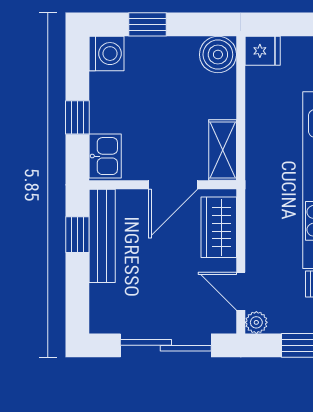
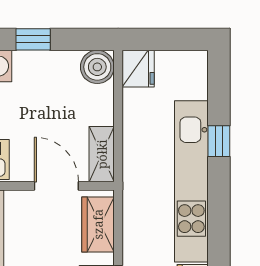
fridge: (263, 51) -> (138, 69), width x1.38
door: (173, 185) -> (56, 186), swing flipped

